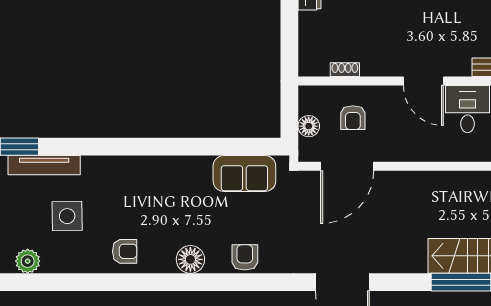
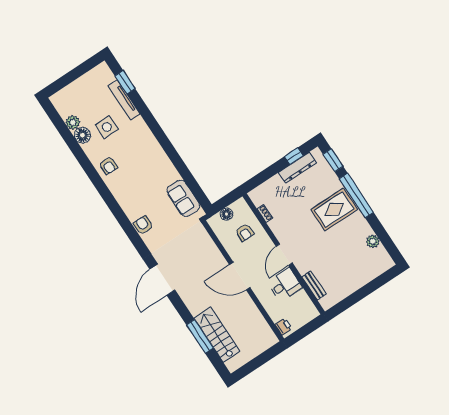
armchair: (353, 118) -> (244, 233), turned -90
door: (347, 166) -> (240, 276), moved
armchair: (245, 257) -> (143, 225), turned -90
floor lamp: (190, 259) -> (82, 135), moved

